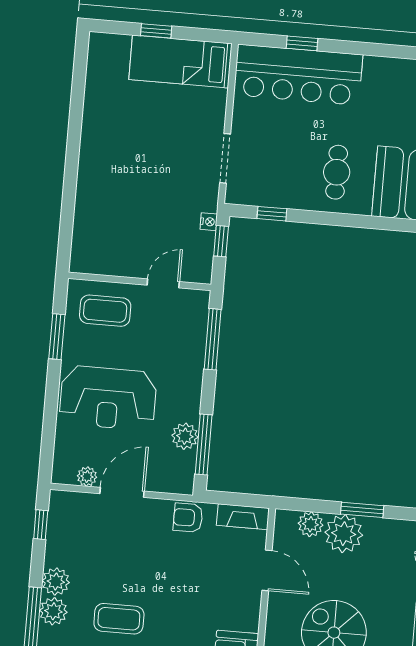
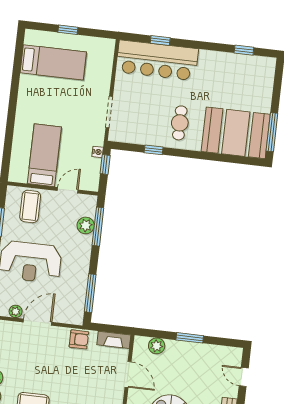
bed: (180, 62) -> (53, 62), moved, turned 180
window: (272, 214) -> (154, 150), moved
bed: (125, 229) -> (44, 155), added
coffee table: (105, 311) -> (30, 206), turned 90
plant: (185, 436) -> (86, 225), moved
armchair: (188, 518) -> (79, 339), turned 180
plant: (344, 534) -> (177, 353), removed

